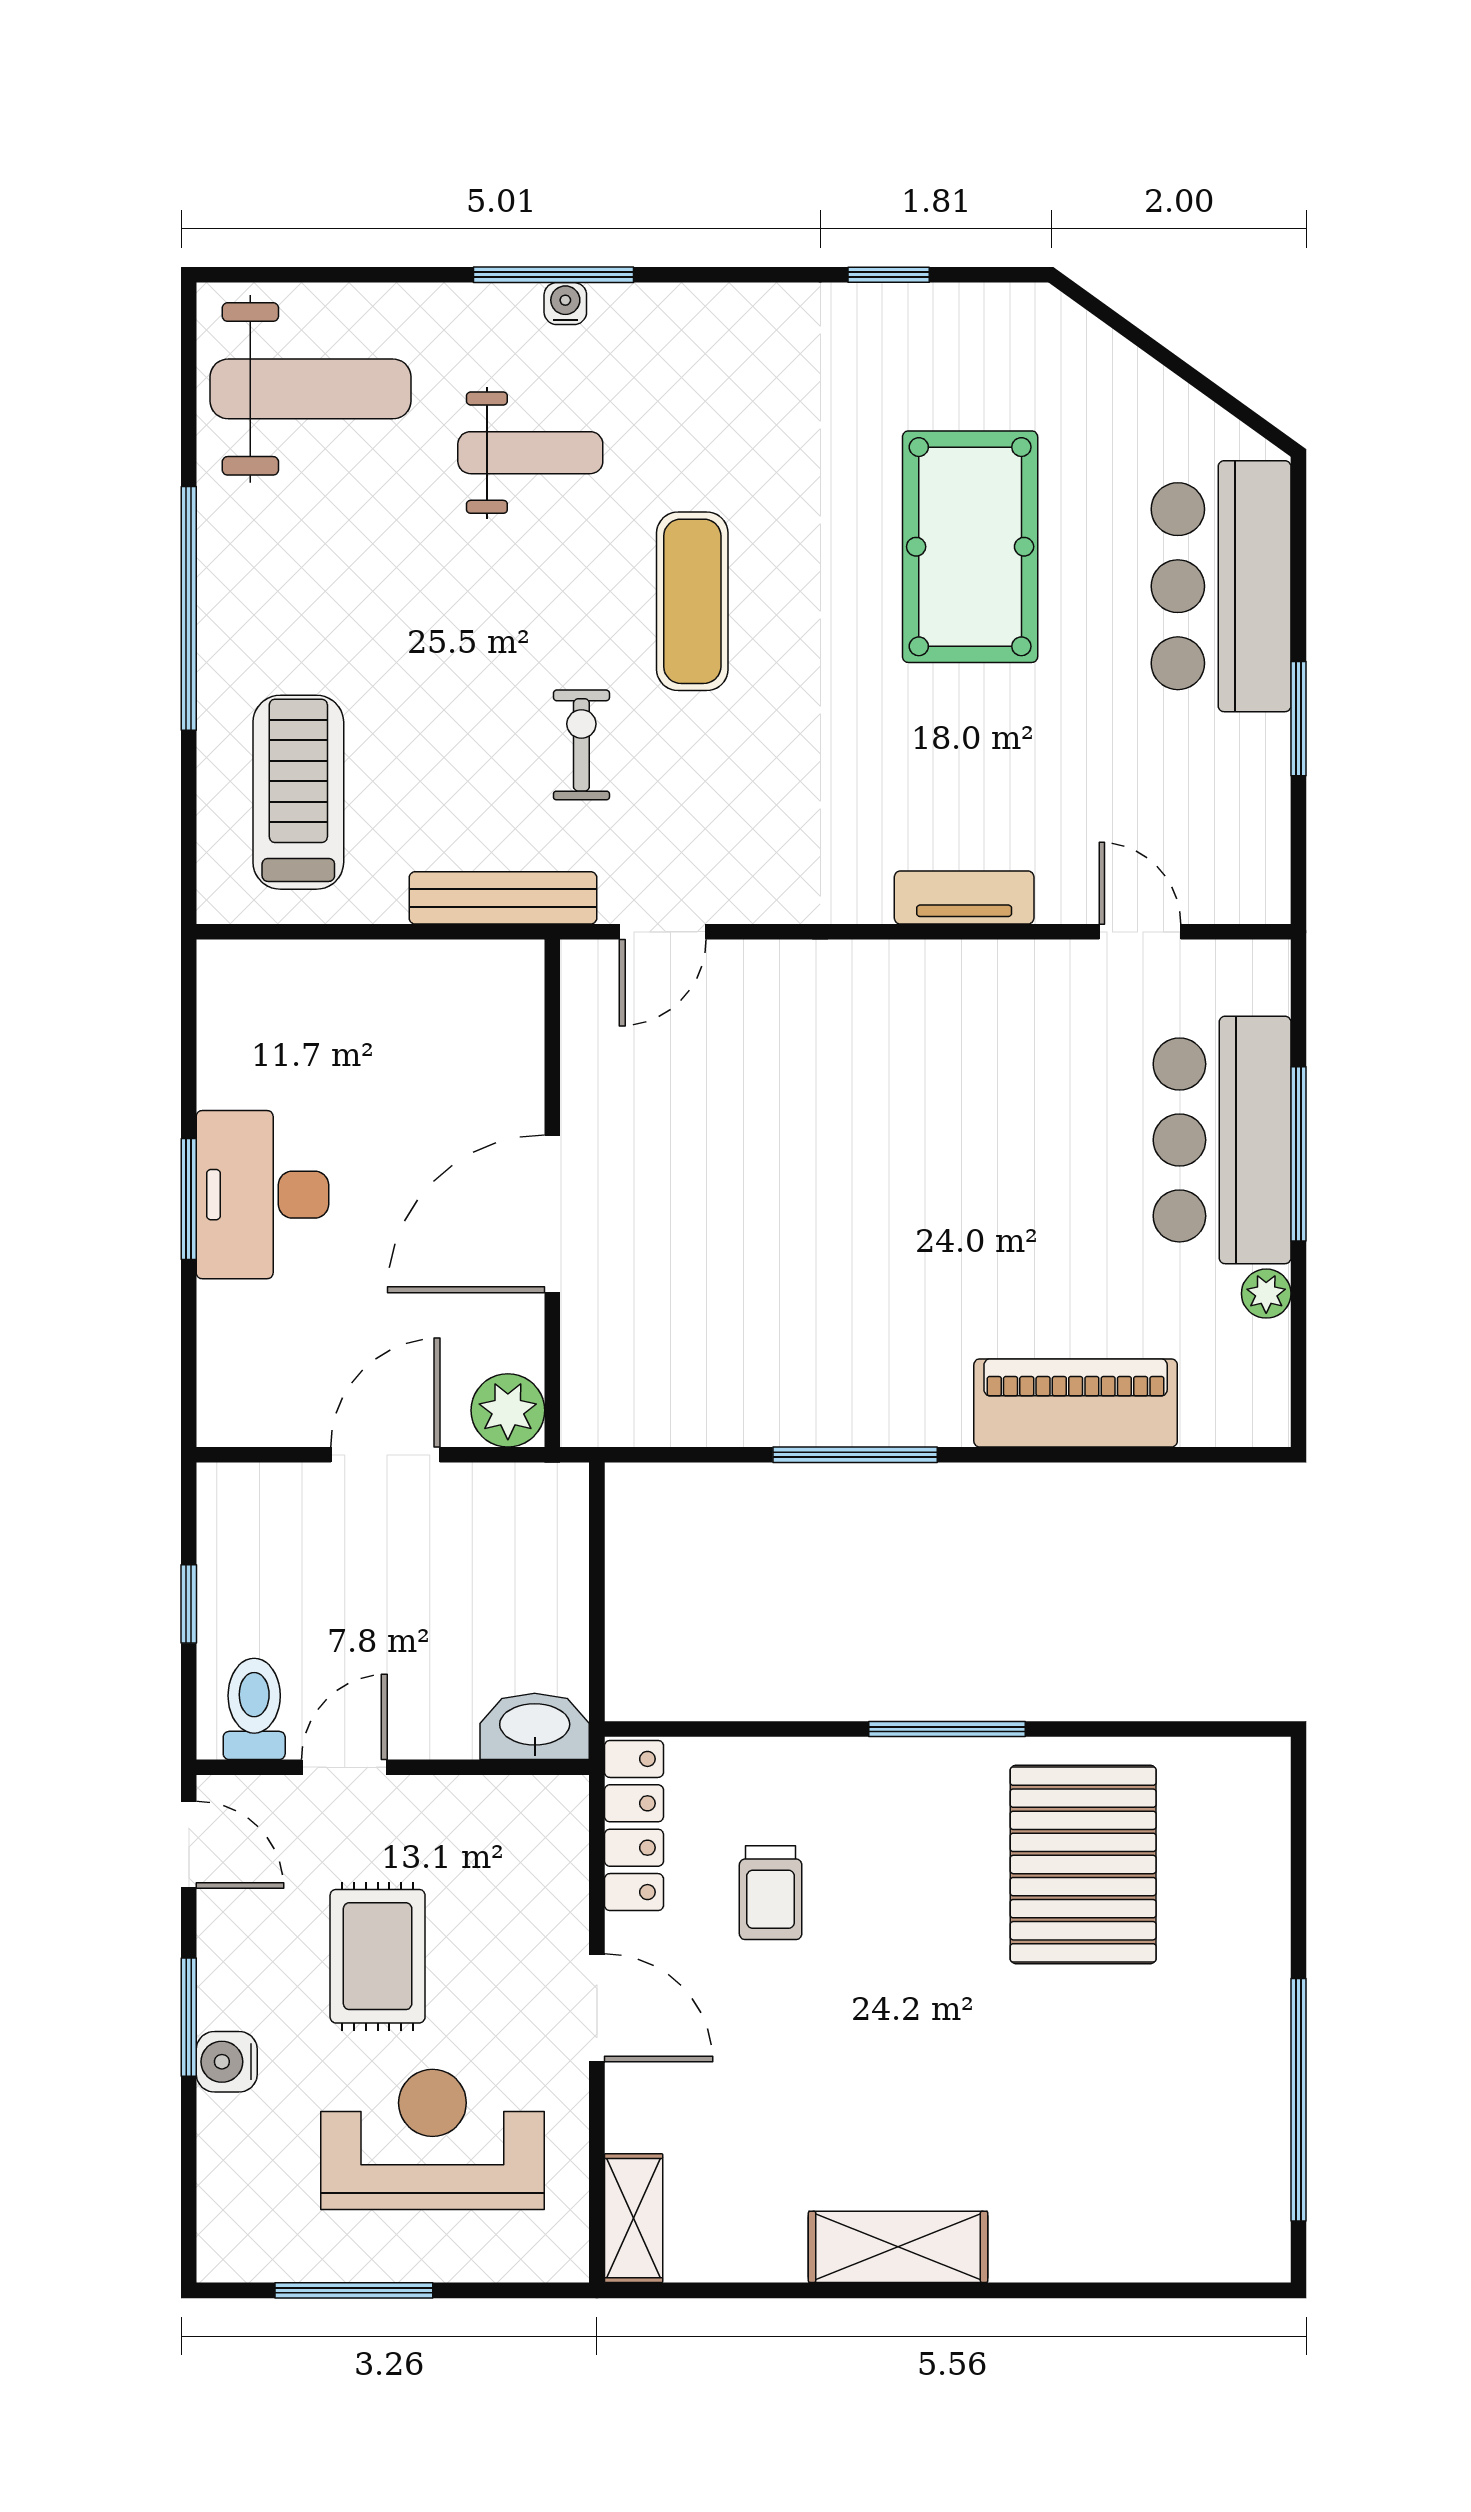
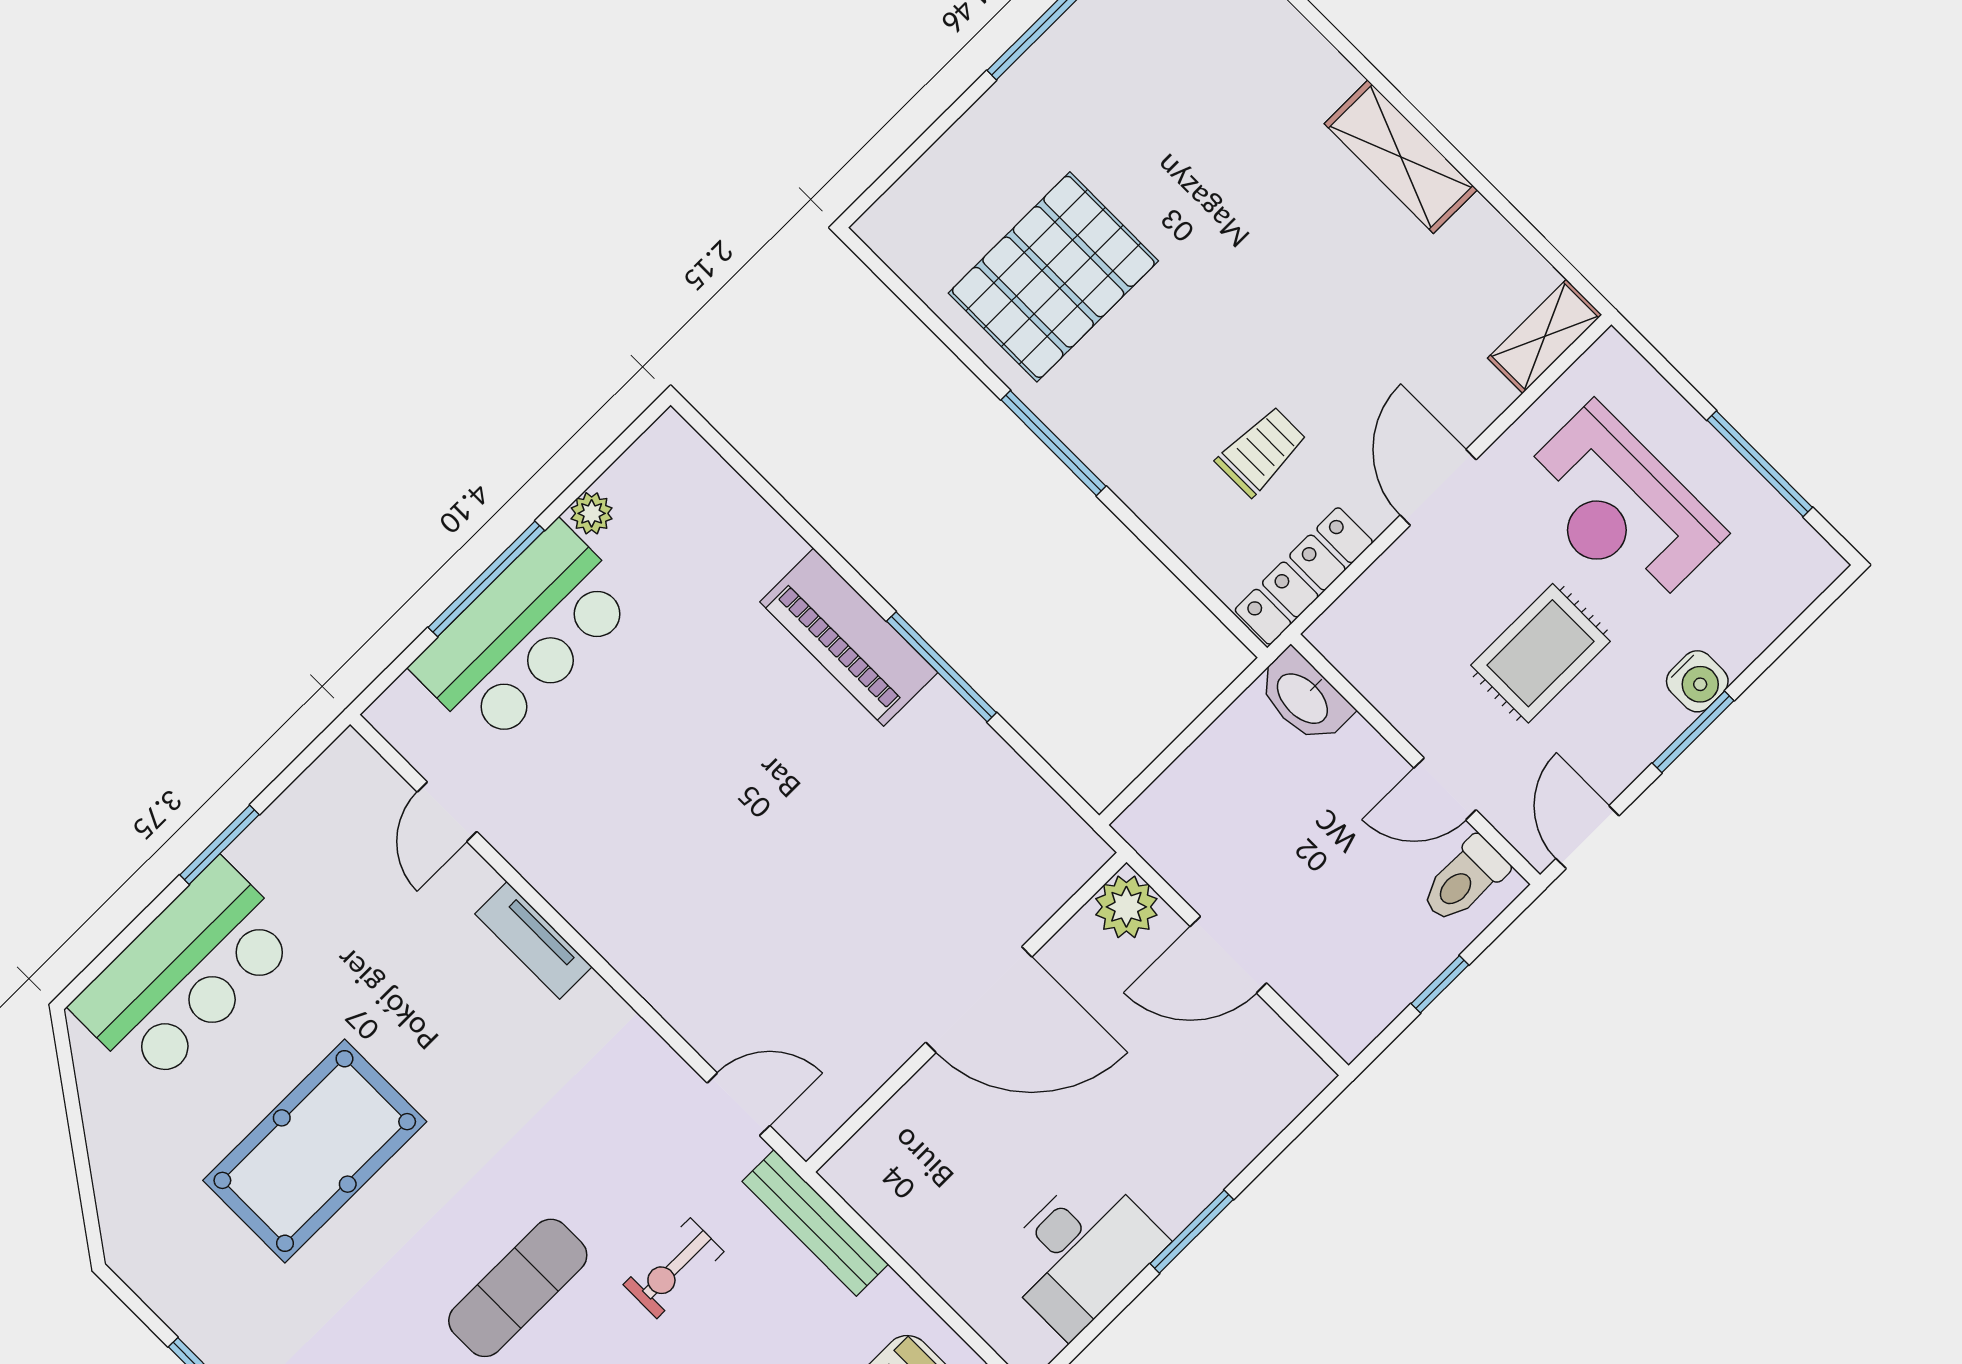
desk: (262, 1195) -> (1080, 1252), moved
piano: (1076, 1403) -> (849, 637), moved

